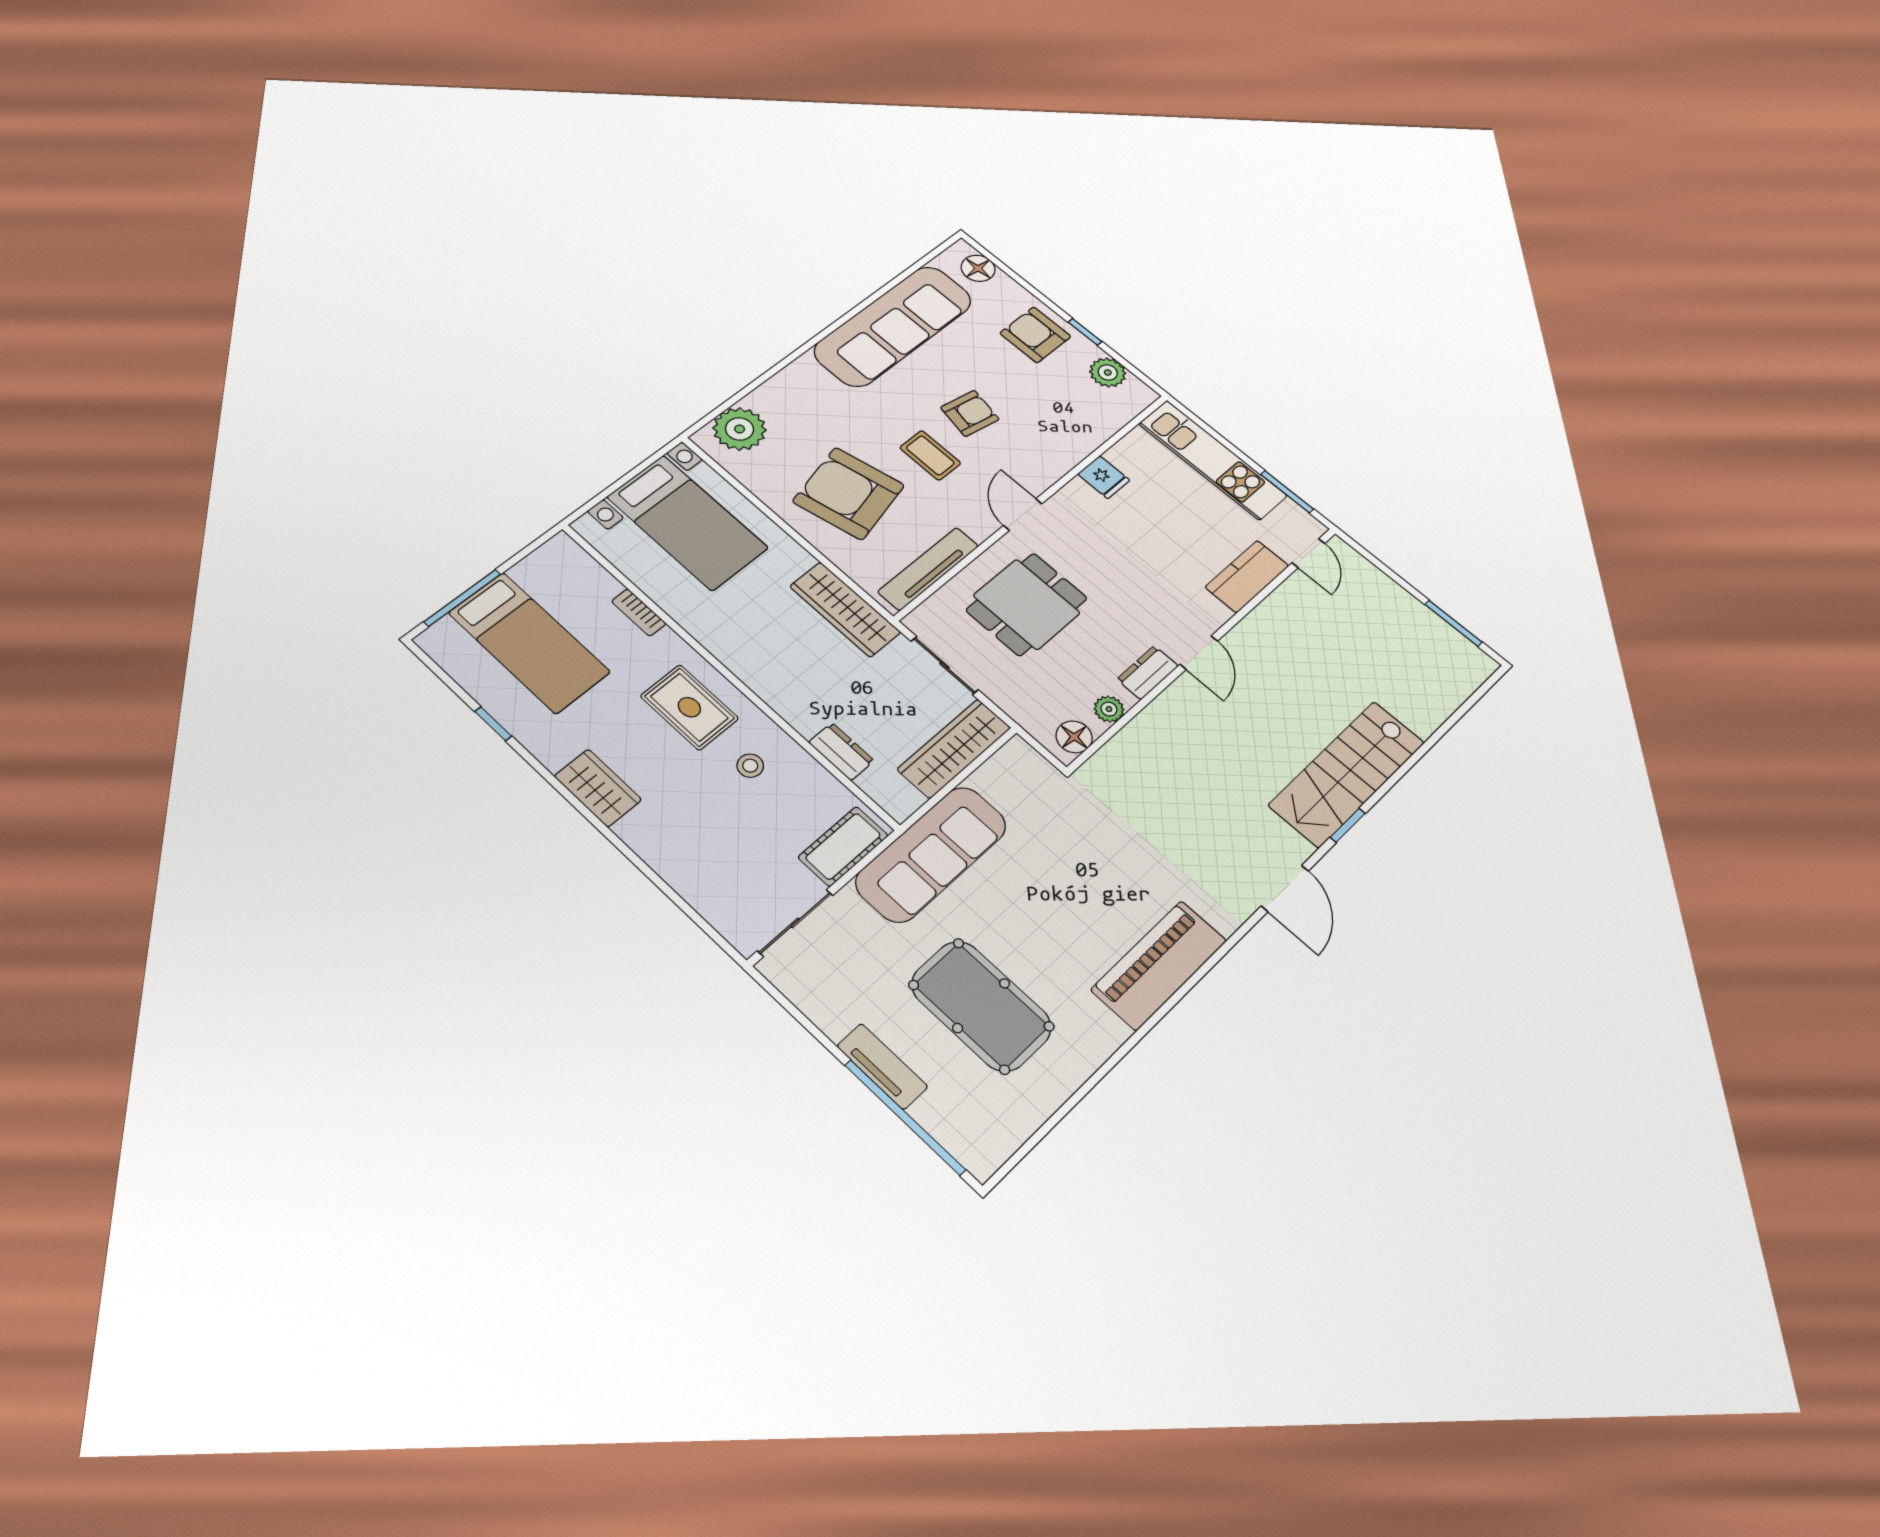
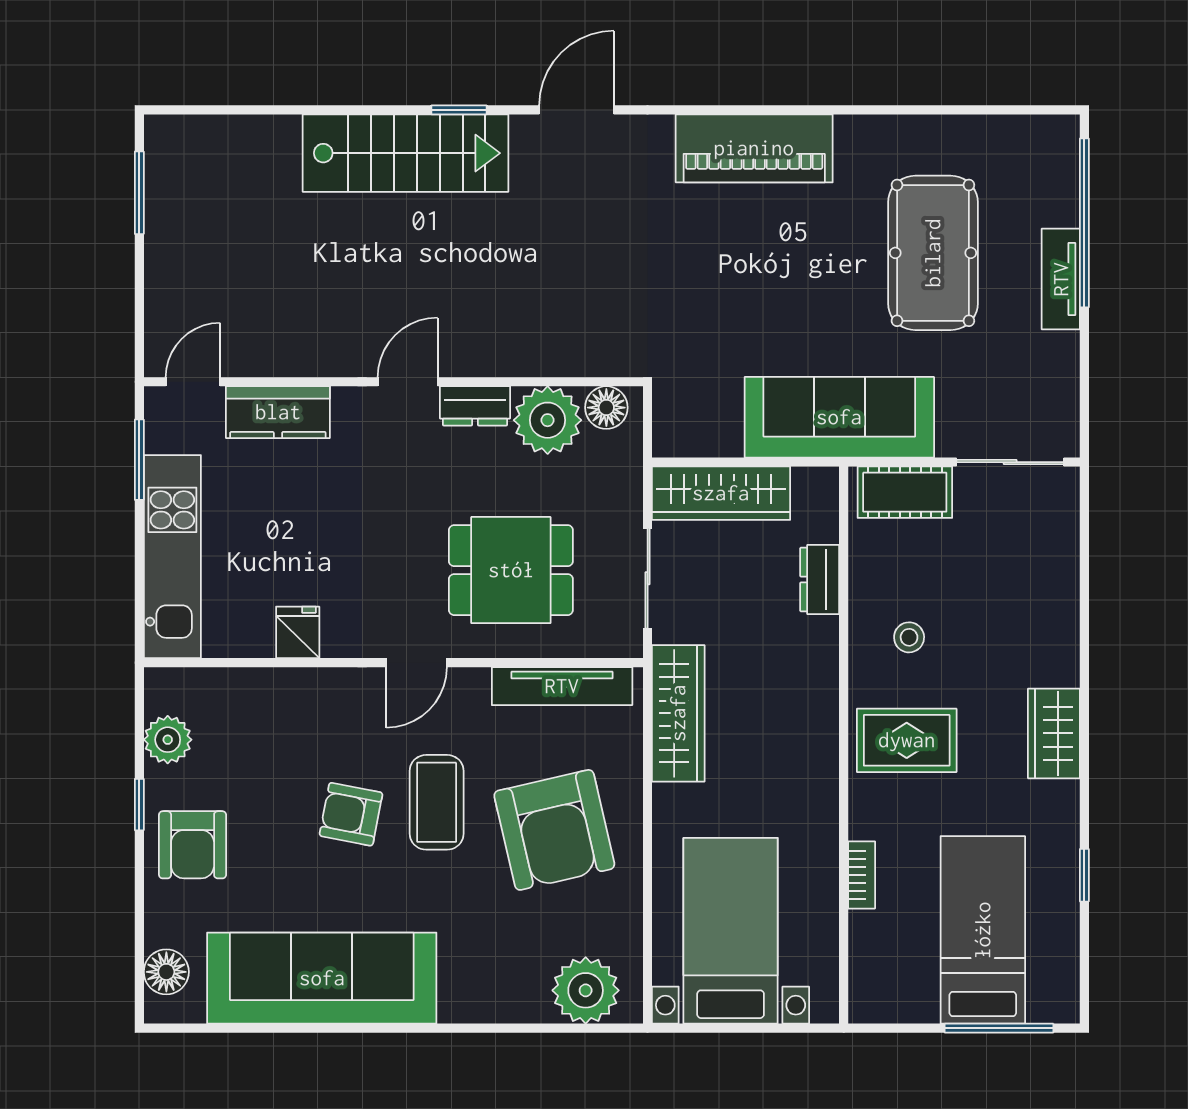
coffee table: (930, 455) -> (437, 802), width x1.36, depth x1.30
rug: (689, 707) -> (907, 740), turned 90
plant: (1109, 709) -> (548, 420), width x1.87, depth x1.87

